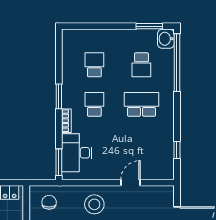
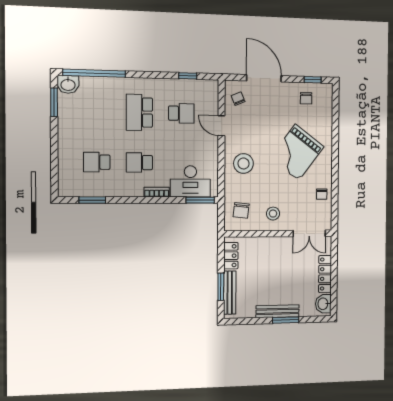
school desk: (141, 65) -> (181, 113), moved
window: (59, 96) -> (92, 200), moved
chair: (157, 199) -> (238, 99), added
chair: (49, 202) -> (241, 210), turned -84

